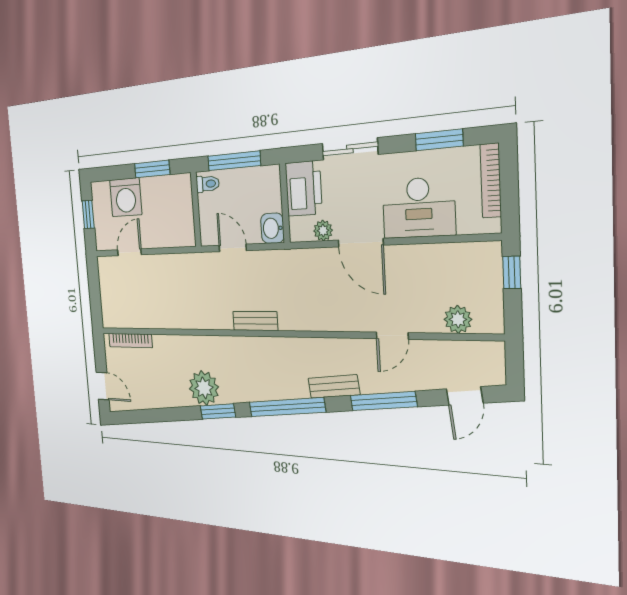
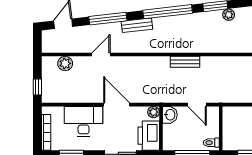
plant: (323, 231) -> (154, 112), moved
plant: (204, 388) -> (229, 15), width x0.53, depth x0.53

